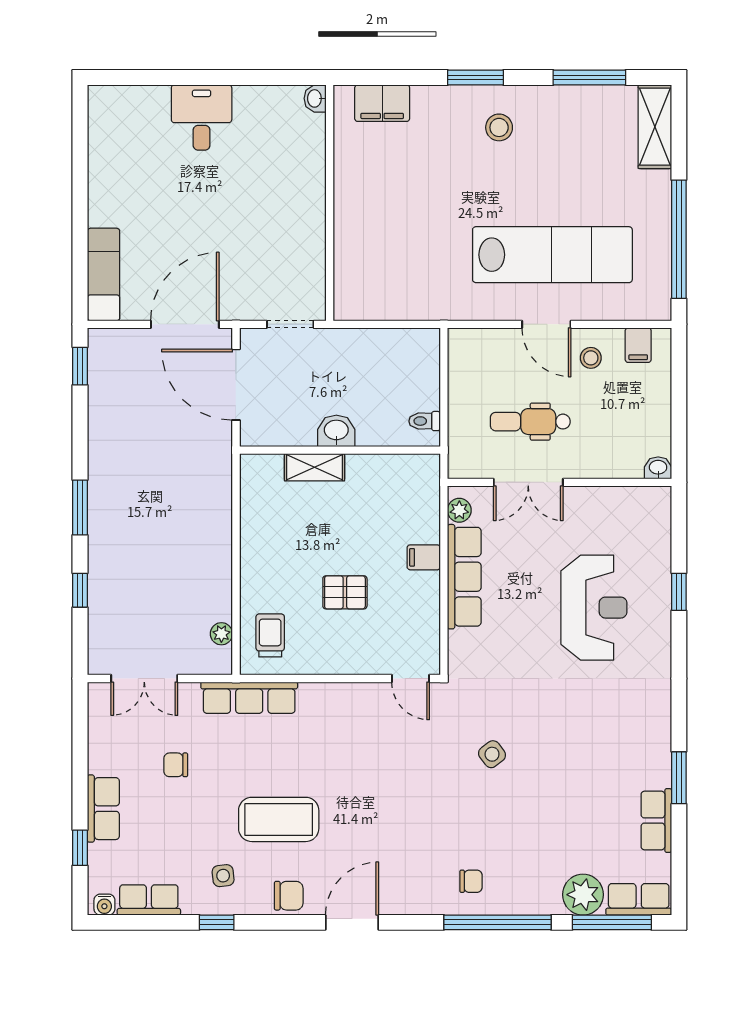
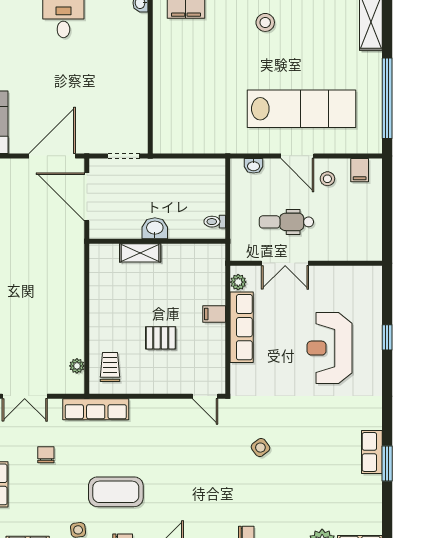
washbasin: (658, 468) -> (254, 166), moved, turned 180
reception desk: (594, 608) -> (330, 348), turned 180
chair: (176, 765) -> (46, 455), turned 90
row of seats: (656, 821) -> (372, 452), moved

